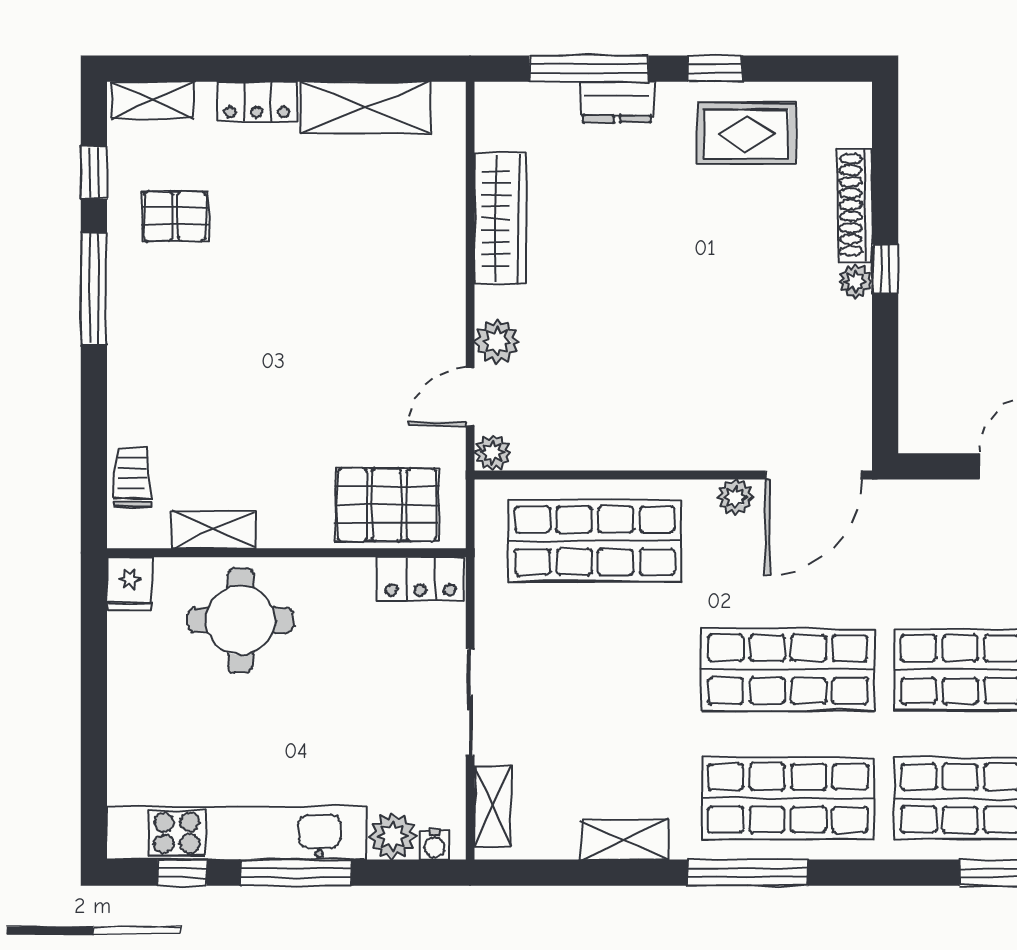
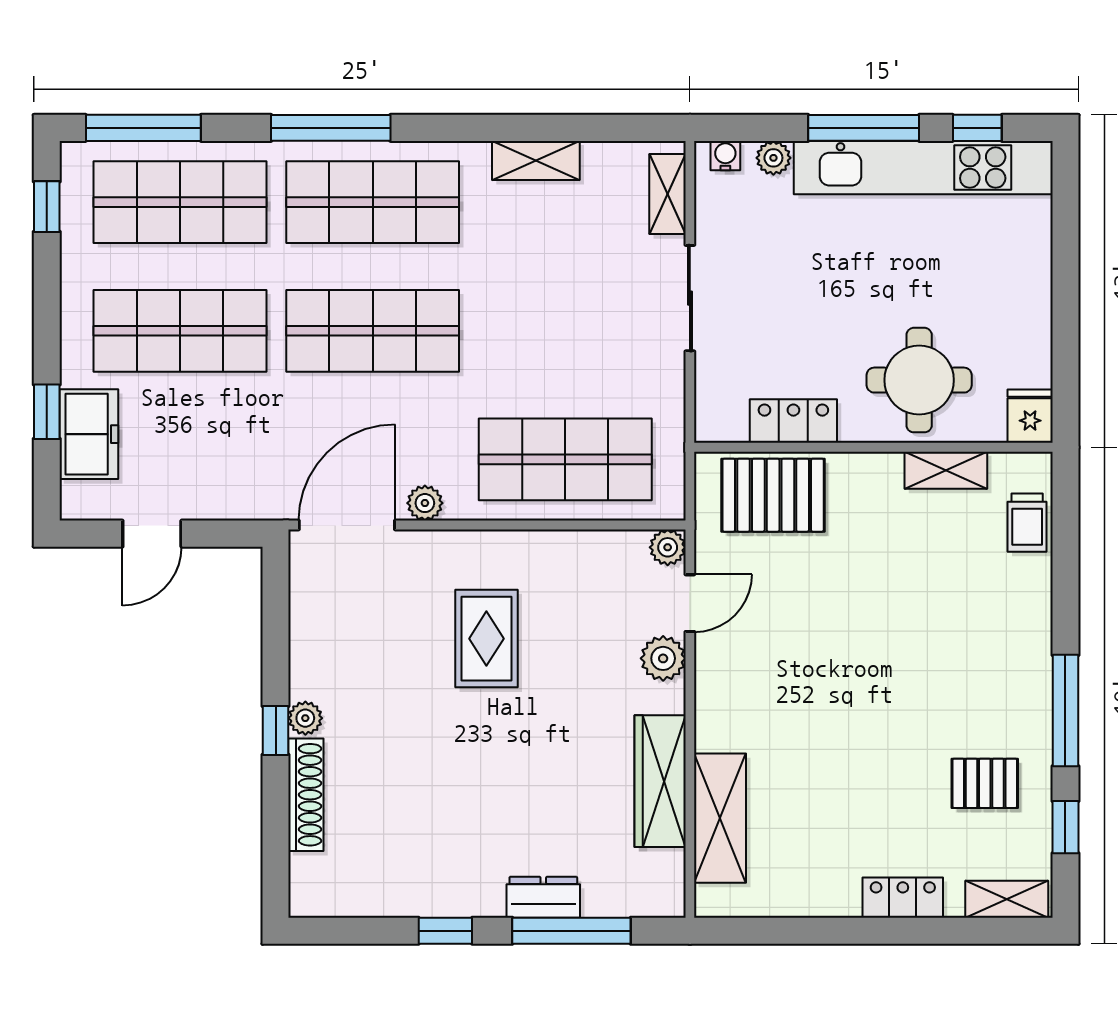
shelving: (365, 107) -> (720, 818), moved, turned 90
rug: (746, 134) -> (486, 639), moved, turned 90
locker: (420, 579) -> (793, 421), moved
plant: (393, 836) -> (773, 158), width x0.73, depth x0.73
window: (748, 873) -> (331, 128), moved

